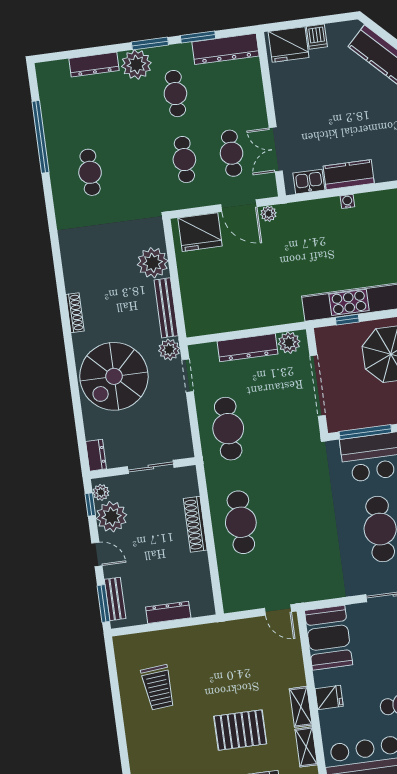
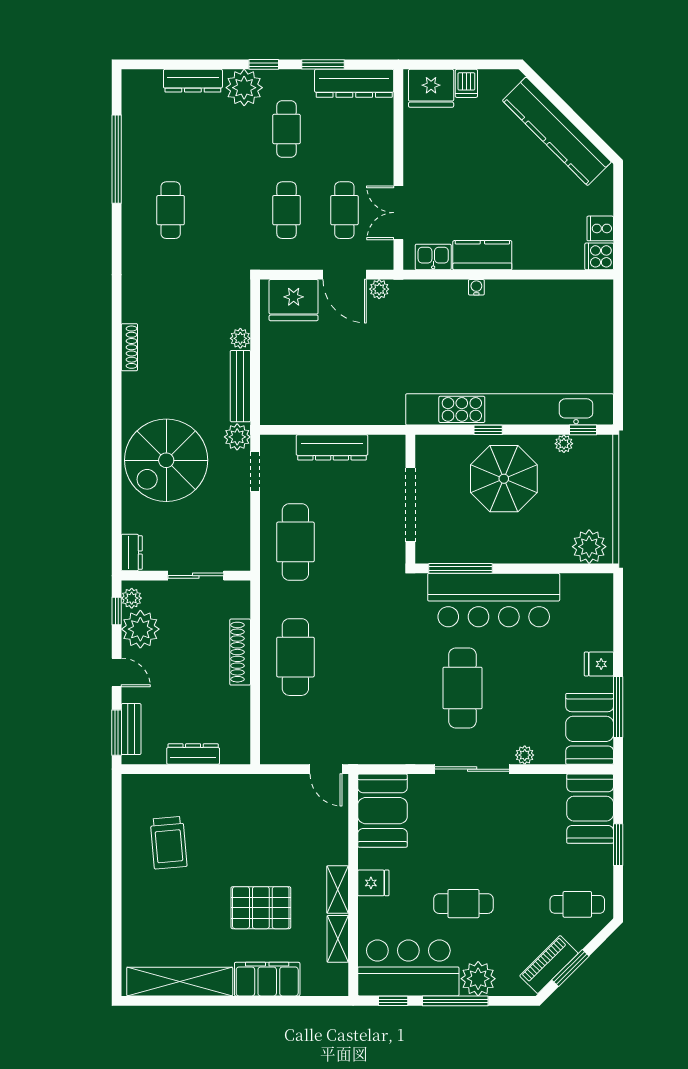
window: (150, 44) -> (264, 64), width x0.67
plant: (153, 263) -> (240, 338), width x0.53, depth x0.53
shoe rack: (75, 313) -> (129, 347), moved
window: (347, 320) -> (488, 430), moved
plant: (289, 343) -> (383, 448), removed

